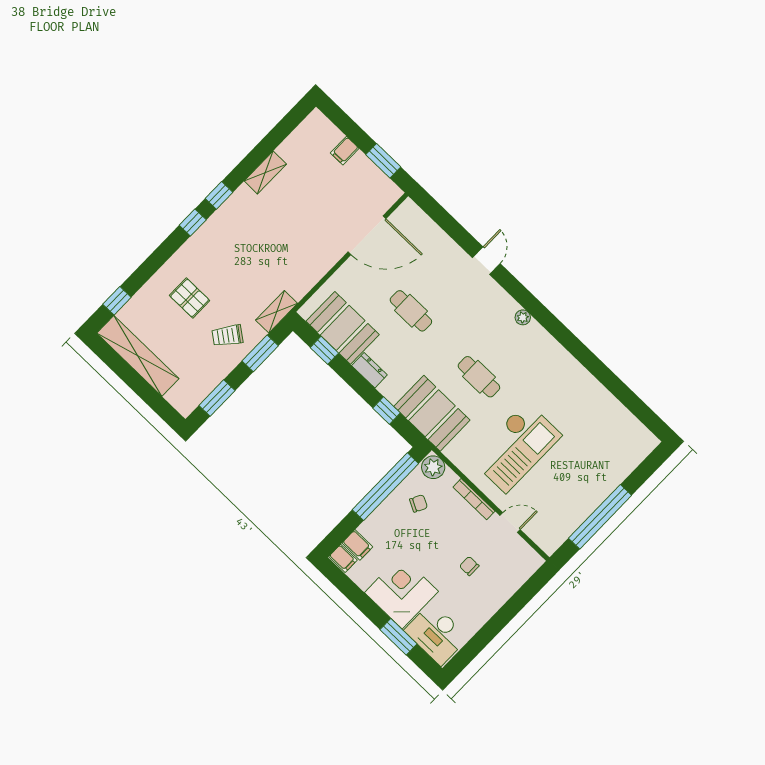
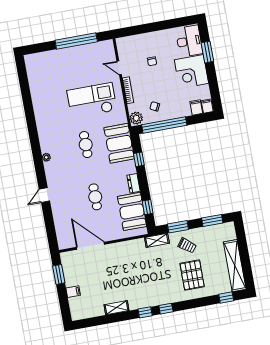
pallet: (190, 298) -> (192, 275), width x1.50, depth x1.42

